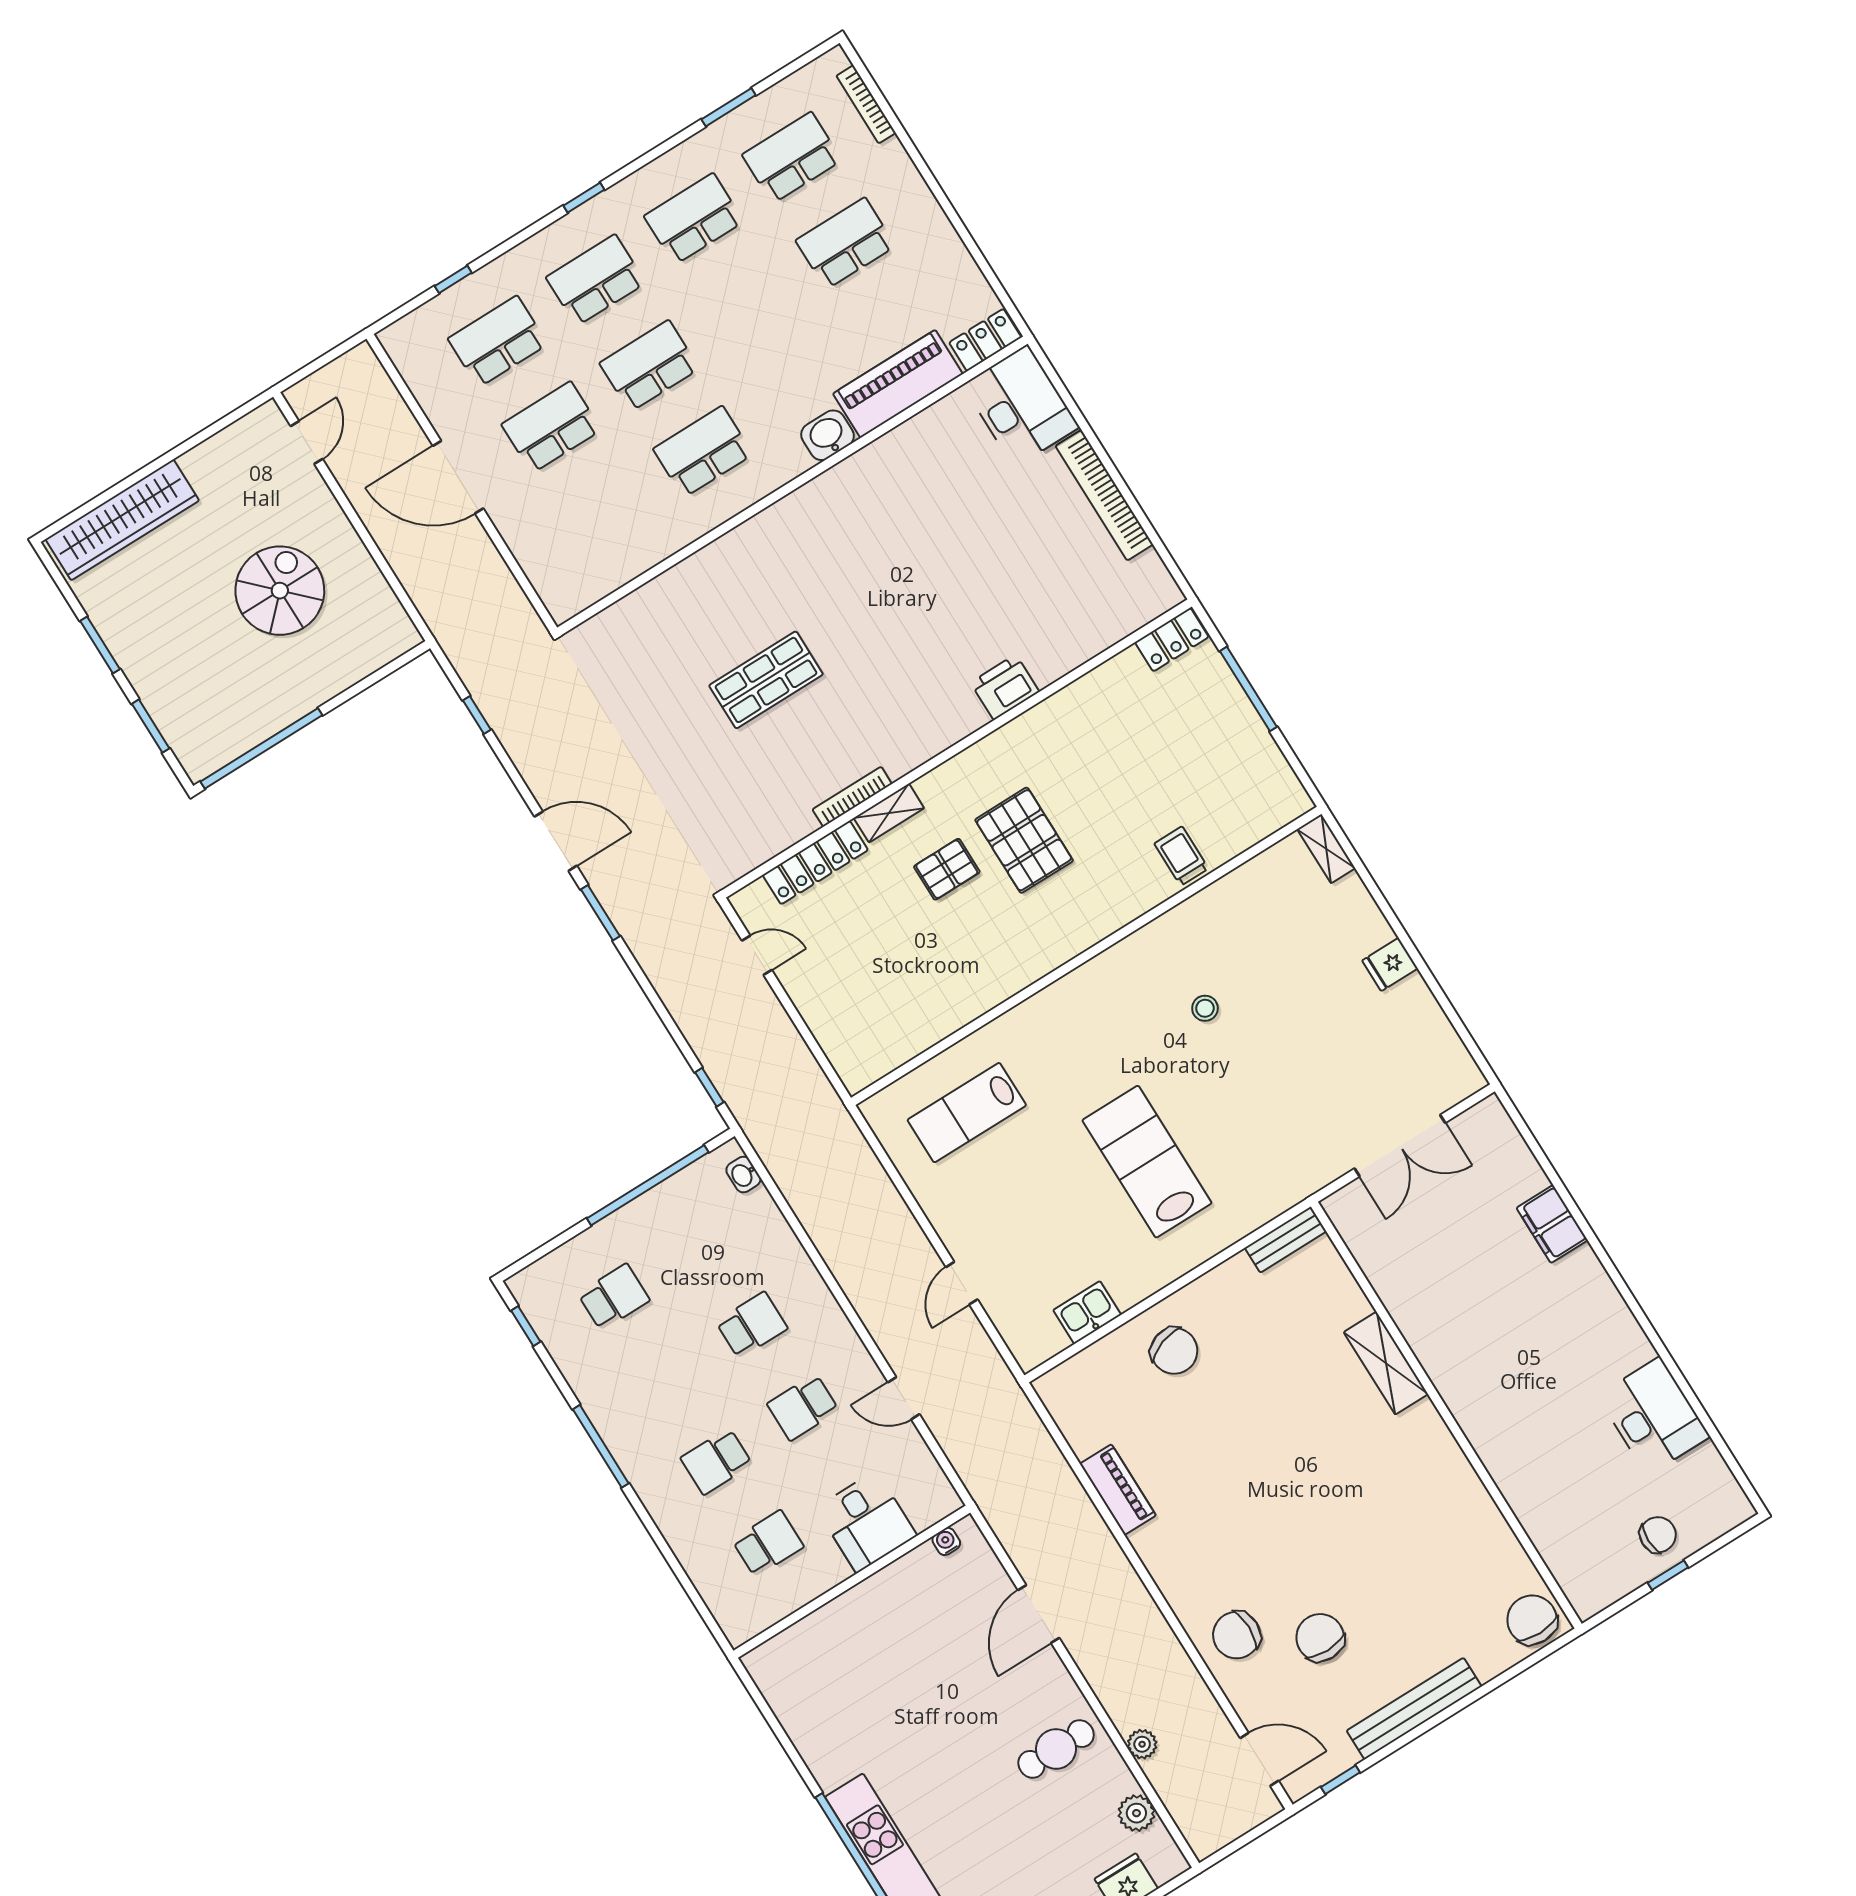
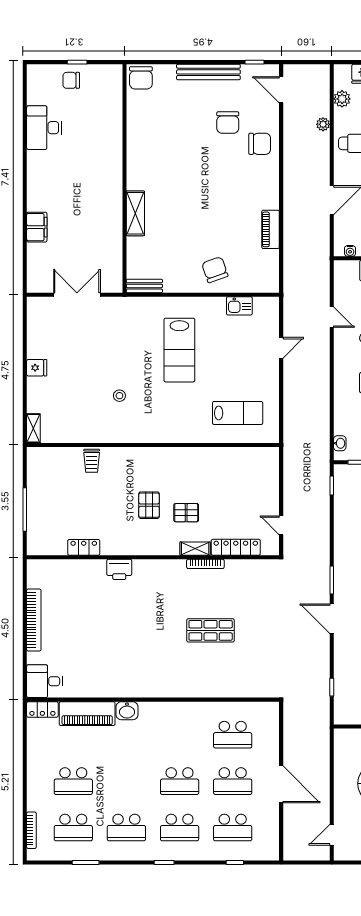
desk: (1021, 406) -> (45, 681), width x0.73
school desk: (703, 452) -> (233, 735), moved
locker: (1172, 640) -> (84, 547), moved
pallet: (1024, 840) -> (149, 505), width x0.67, depth x0.71

